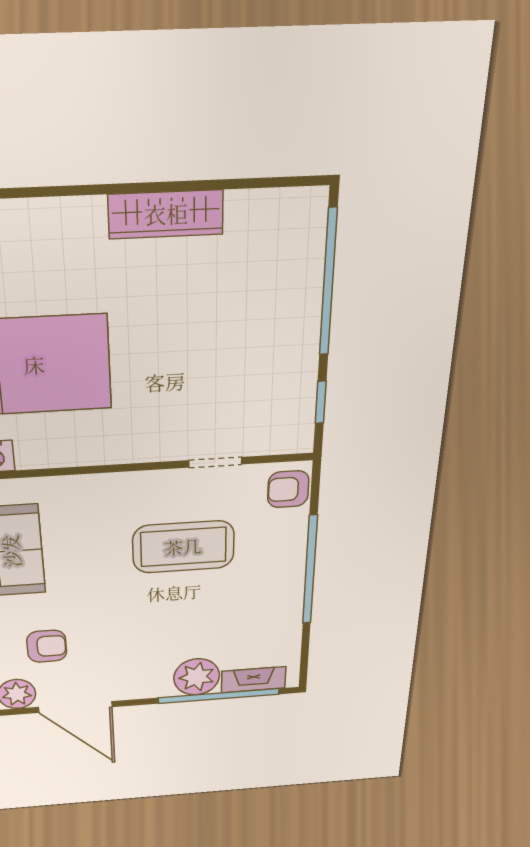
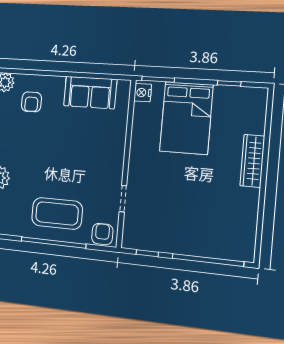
wardrobe: (166, 214) -> (252, 161), moved
coffee table: (183, 547) -> (57, 213), moved, turned 90

